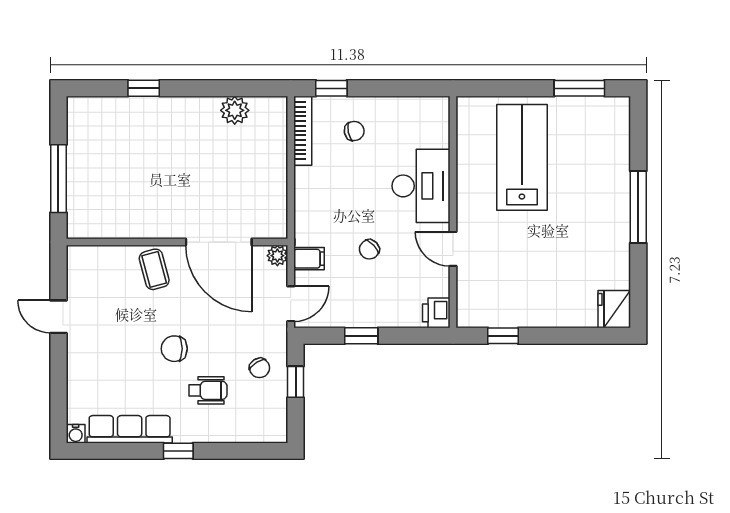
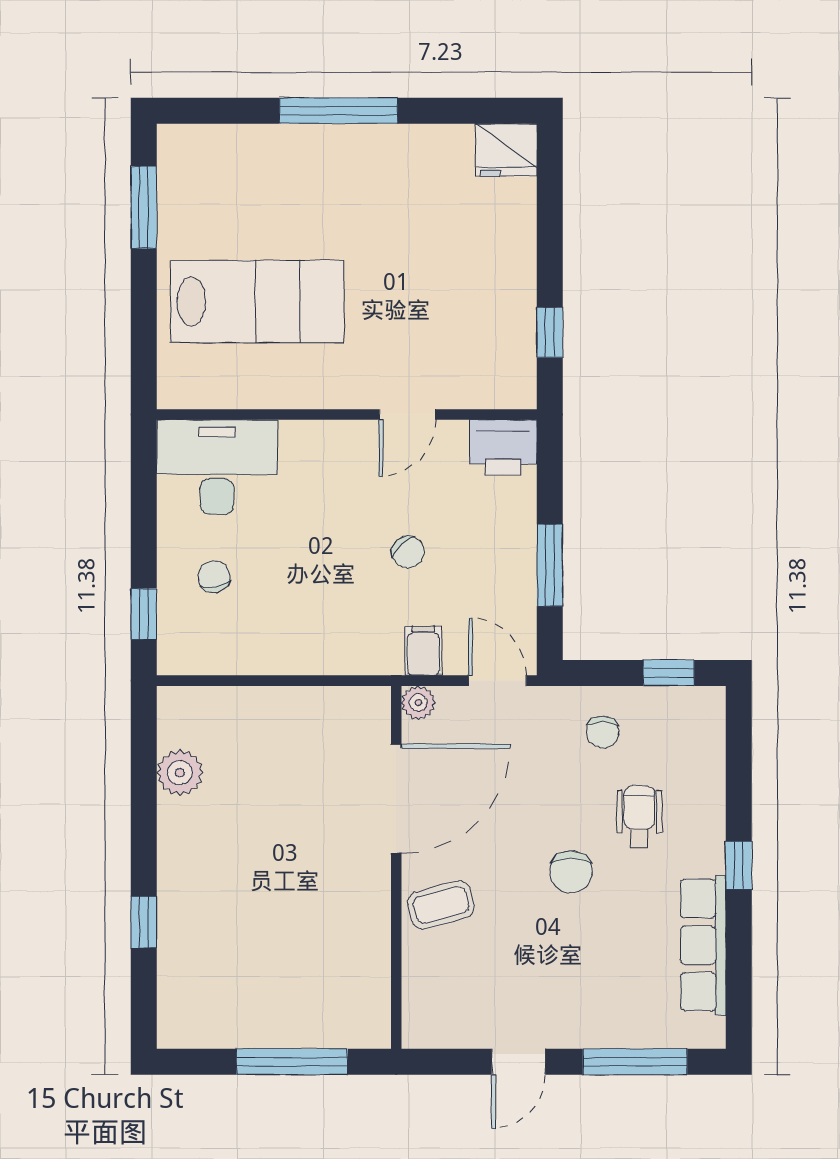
bookcase: (303, 131) -> (214, 661), removed
lab bench: (522, 157) -> (257, 301), turned 180
desk: (421, 186) -> (217, 467), moved
printer: (436, 313) -> (503, 447), width x1.36, depth x1.24
window: (361, 336) -> (550, 565), width x1.50
chair: (260, 368) -> (603, 732), turned 122
window: (296, 382) -> (669, 673), moved
window: (58, 388) -> (635, 1062), added
water cooler: (76, 434) -> (711, 1034), removed

